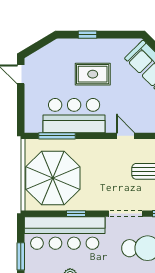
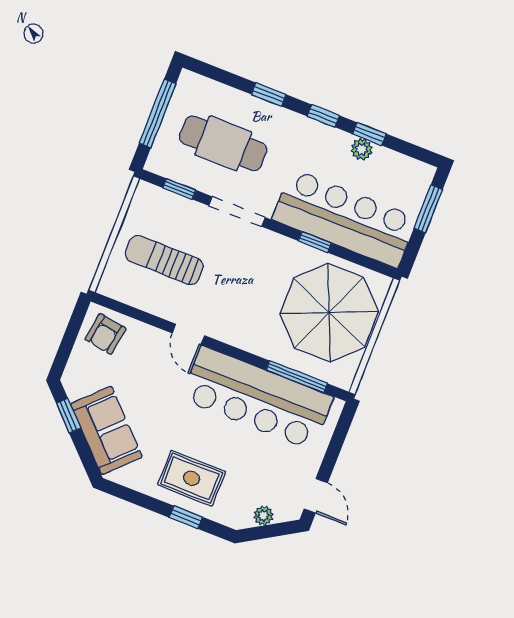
plant: (45, 52) -> (263, 516), added
rug: (93, 74) -> (192, 478), moved
bar counter: (74, 116) -> (257, 398), width x1.36

